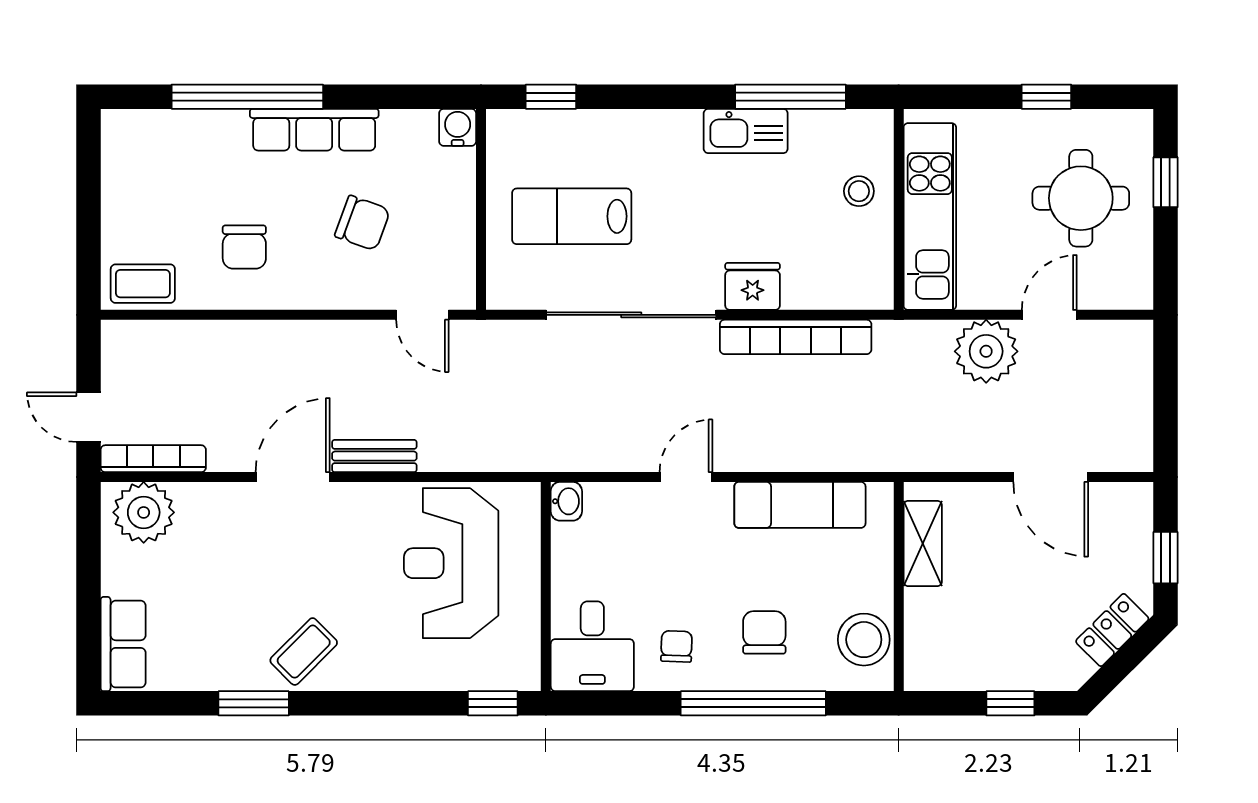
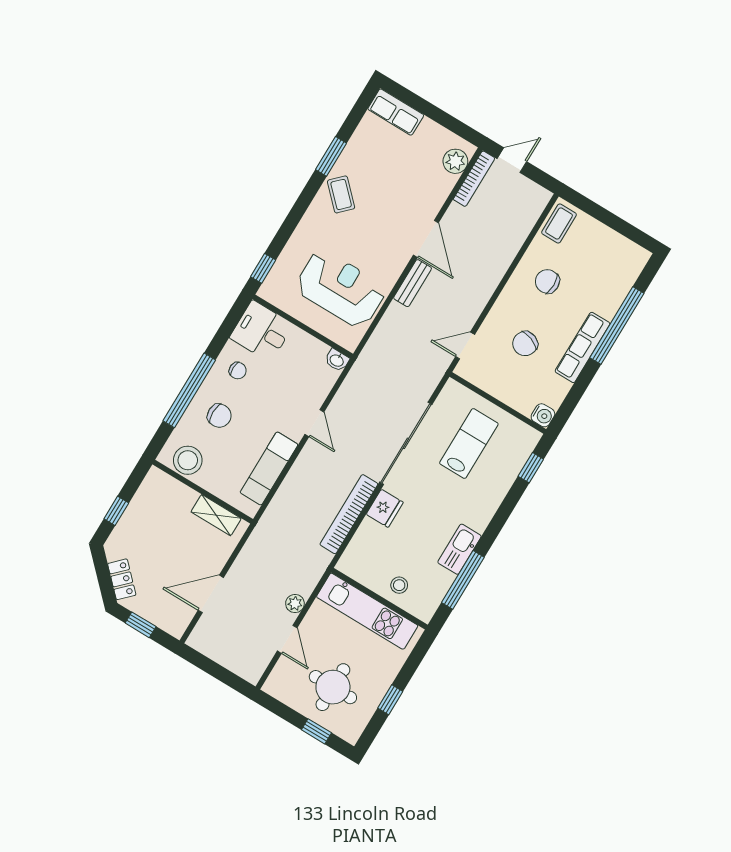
plant: (986, 351) -> (295, 604), width x0.53, depth x0.53
plant: (144, 512) -> (455, 161), width x0.73, depth x0.73

